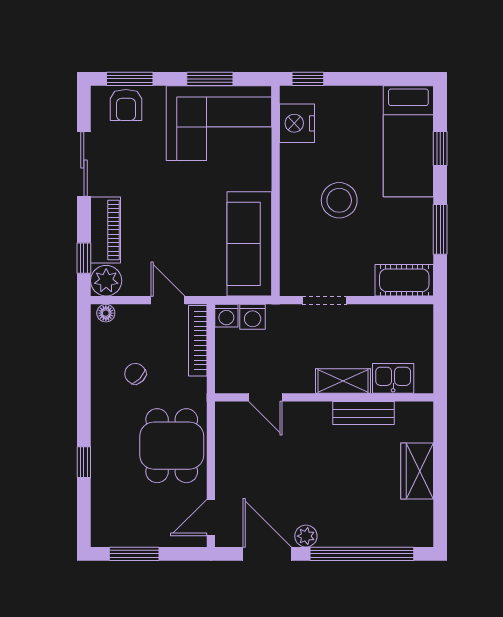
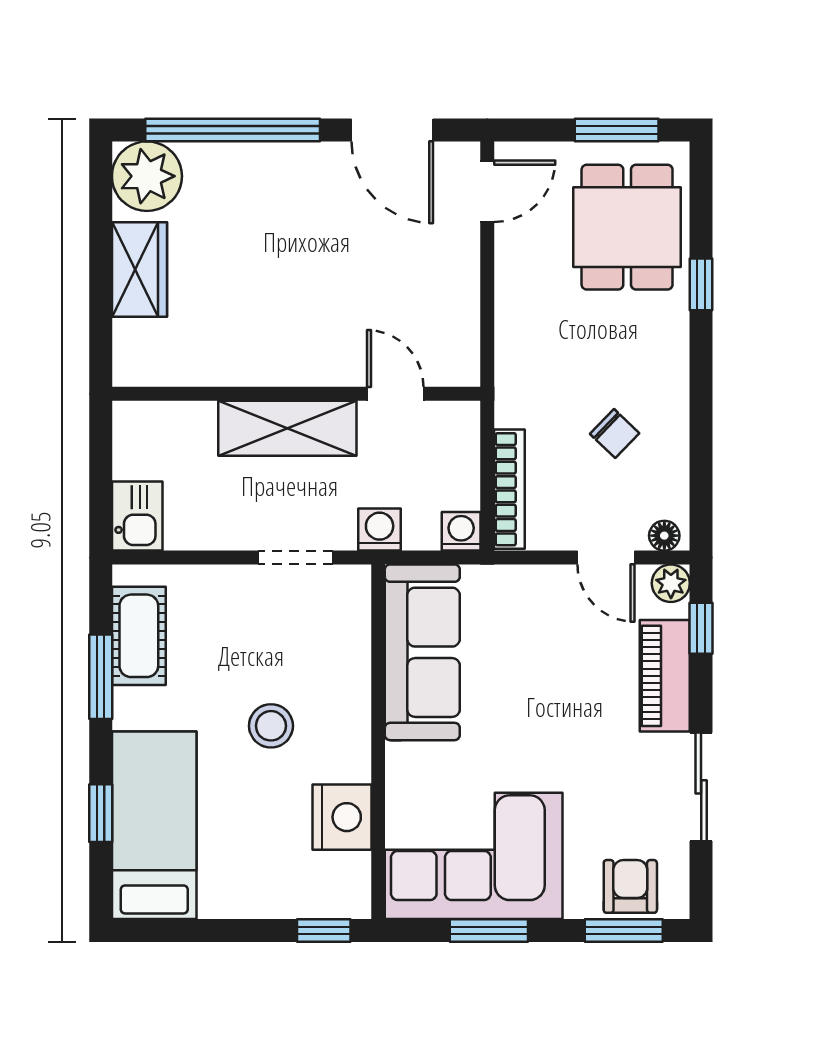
nightstand: (297, 123) -> (342, 817), moved
stool: (339, 200) -> (271, 726), width x0.73, depth x0.73
cot: (404, 280) -> (139, 636), moved, turned 90
plant: (106, 281) -> (671, 583), width x0.73, depth x0.73
door: (168, 300) -> (606, 558), moved
washing machine: (253, 317) -> (380, 530), moved
kitchen sink: (393, 378) -> (137, 516), moved, turned -90
shelving: (343, 381) -> (287, 428), width x1.50, depth x1.33
bench: (363, 413) -> (230, 367), removed
dining table: (172, 446) -> (627, 227), moved
plant: (306, 536) -> (147, 176), moved, width x1.88, depth x1.88

